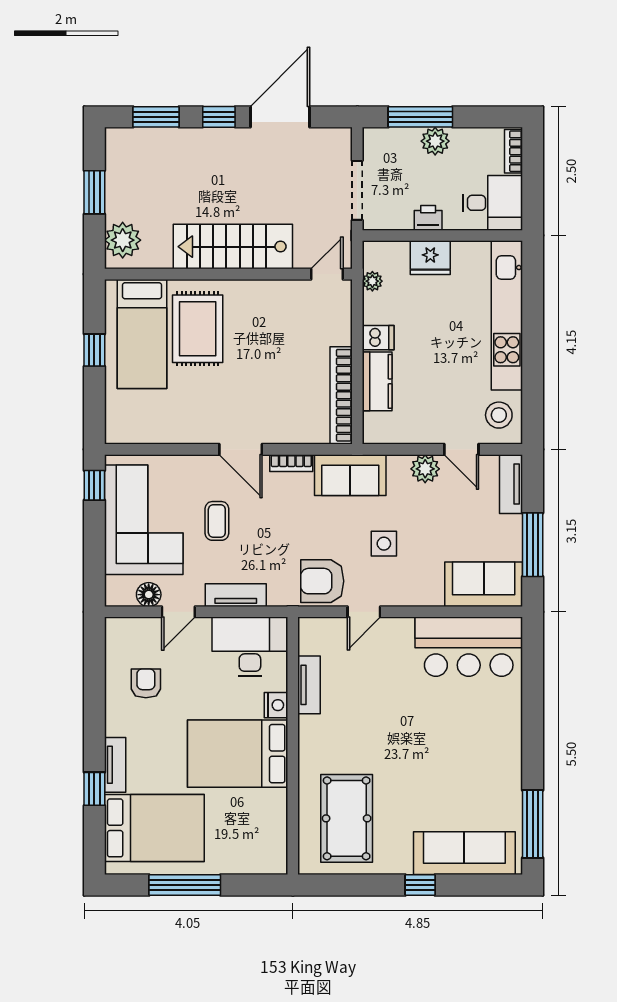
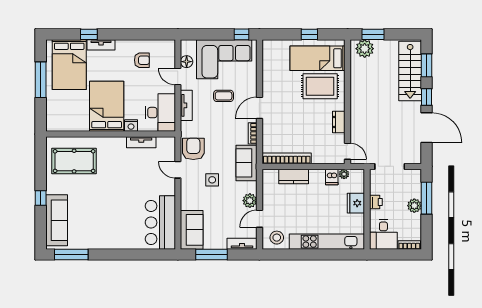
window: (94, 192) -> (373, 34), moved
stairs: (233, 247) -> (410, 71), moved, turned 180
dresser: (269, 291) -> (339, 122), added
dishwasher: (378, 338) -> (332, 177), moved

